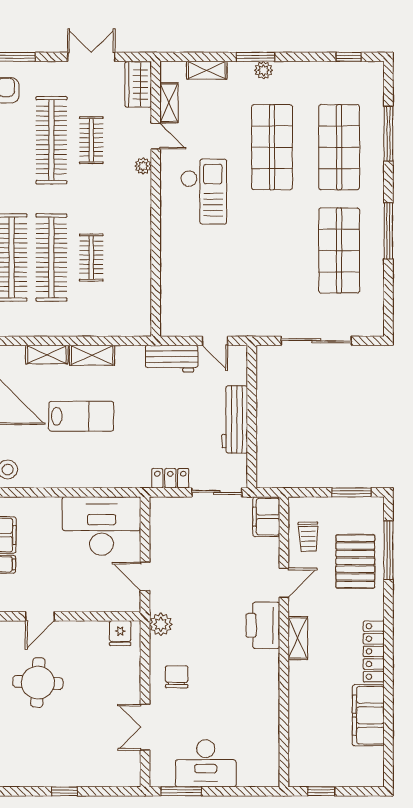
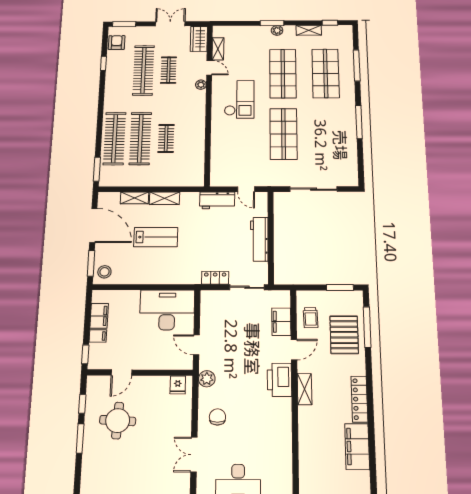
shelving: (207, 70) -> (309, 30), moved
shop shelf: (339, 250) -> (283, 134), moved
filing cabinet: (266, 517) -> (281, 322), moved

